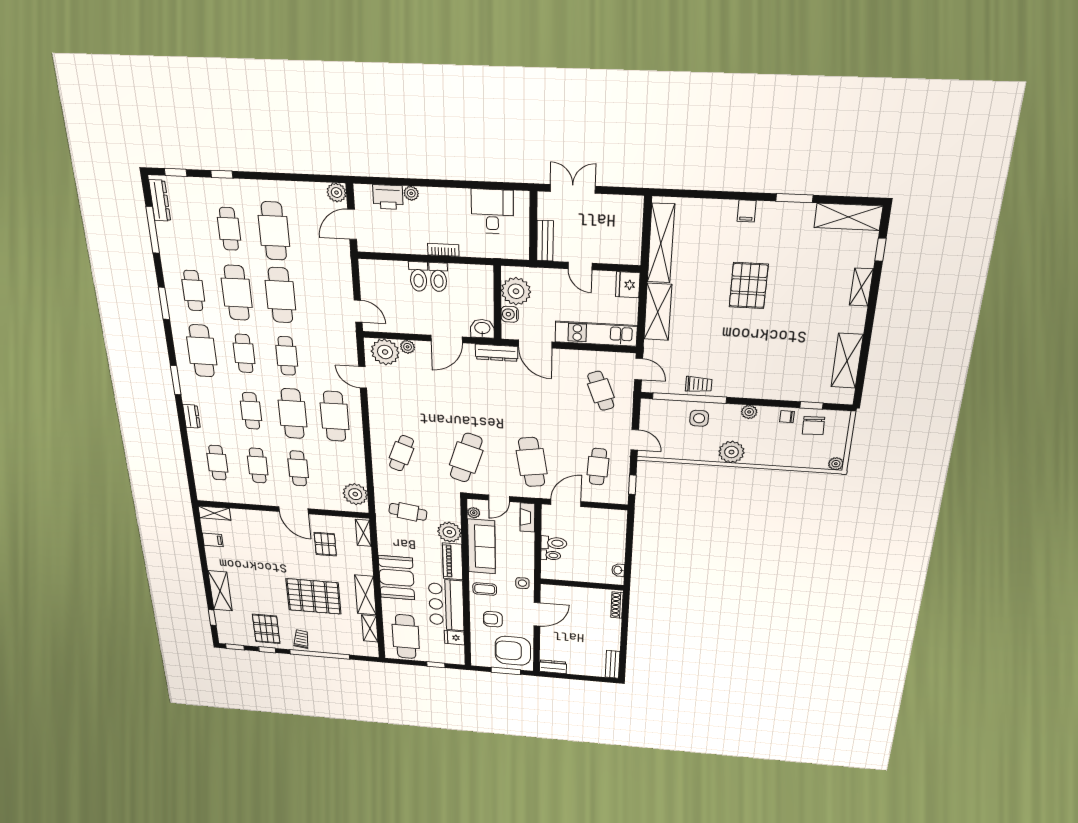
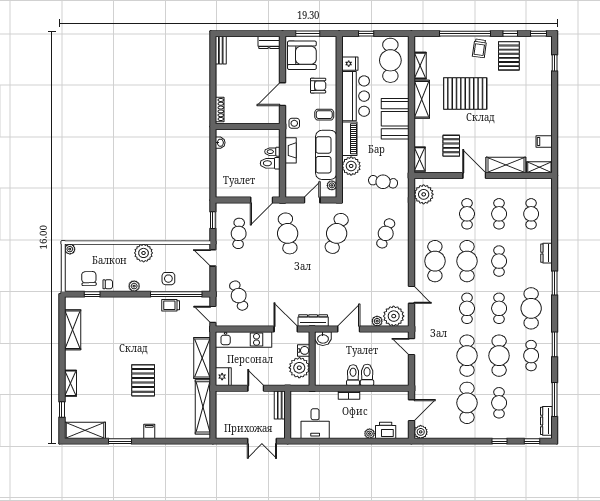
fireplace: (527, 517) -> (291, 150), moved
shelving: (220, 591) -> (506, 165), moved, turned 90

